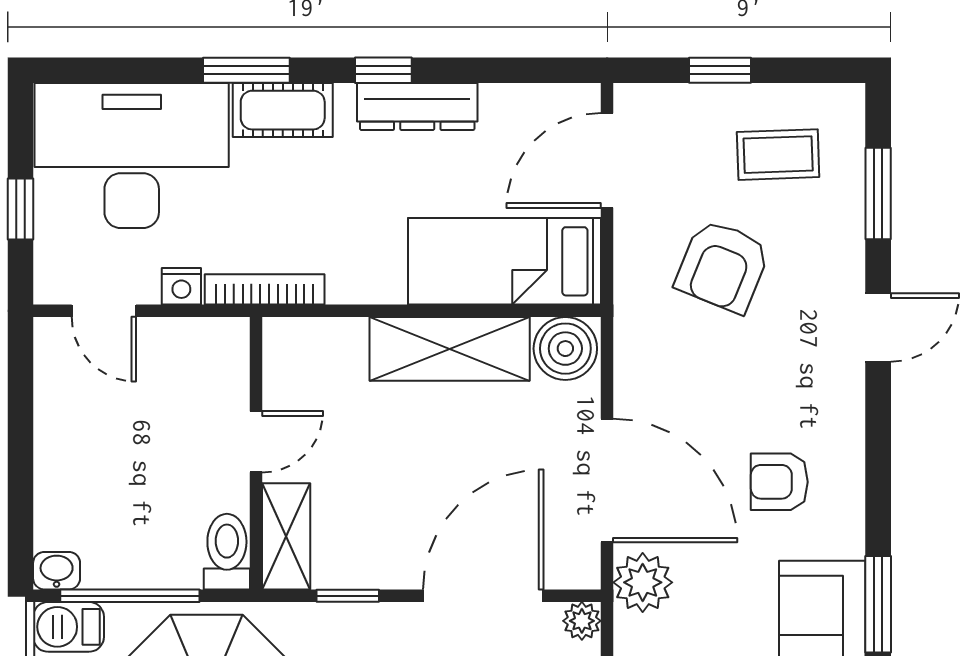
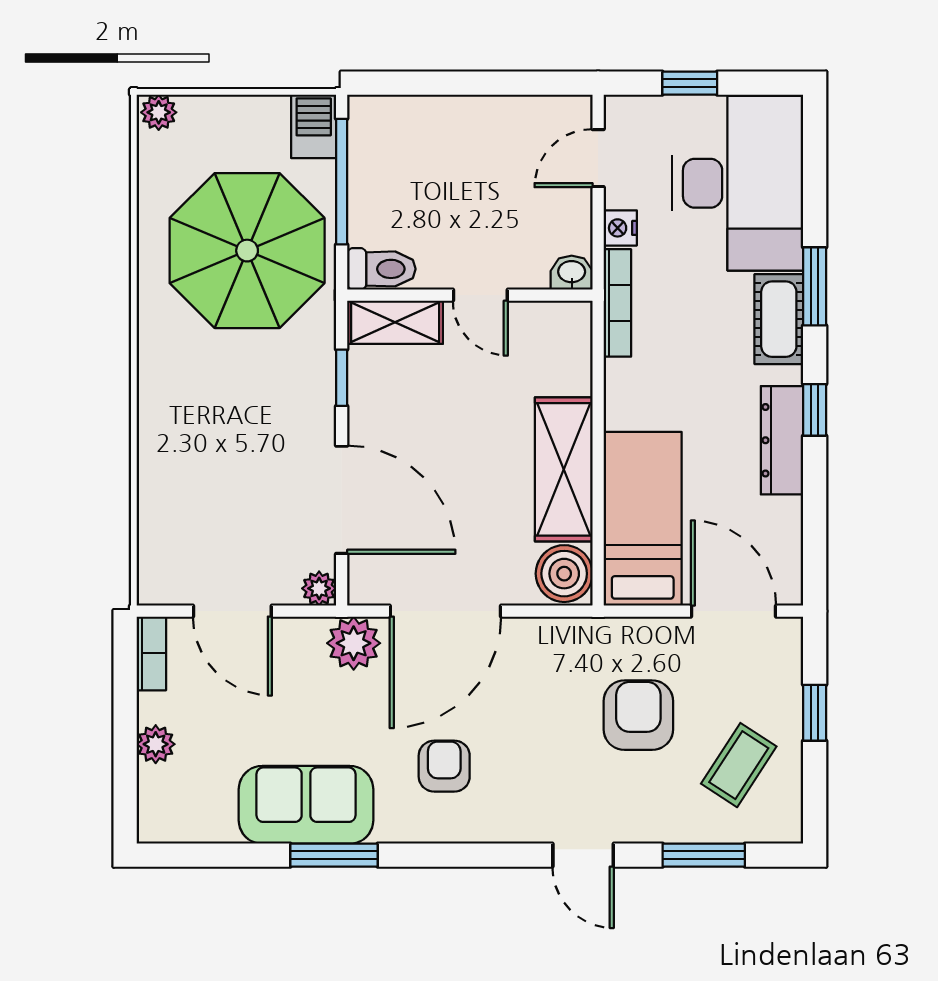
coffee table: (778, 155) -> (739, 765), turned 35
armchair: (723, 266) -> (638, 715), turned 68
washbasin: (57, 571) -> (572, 273), moved, turned -90

